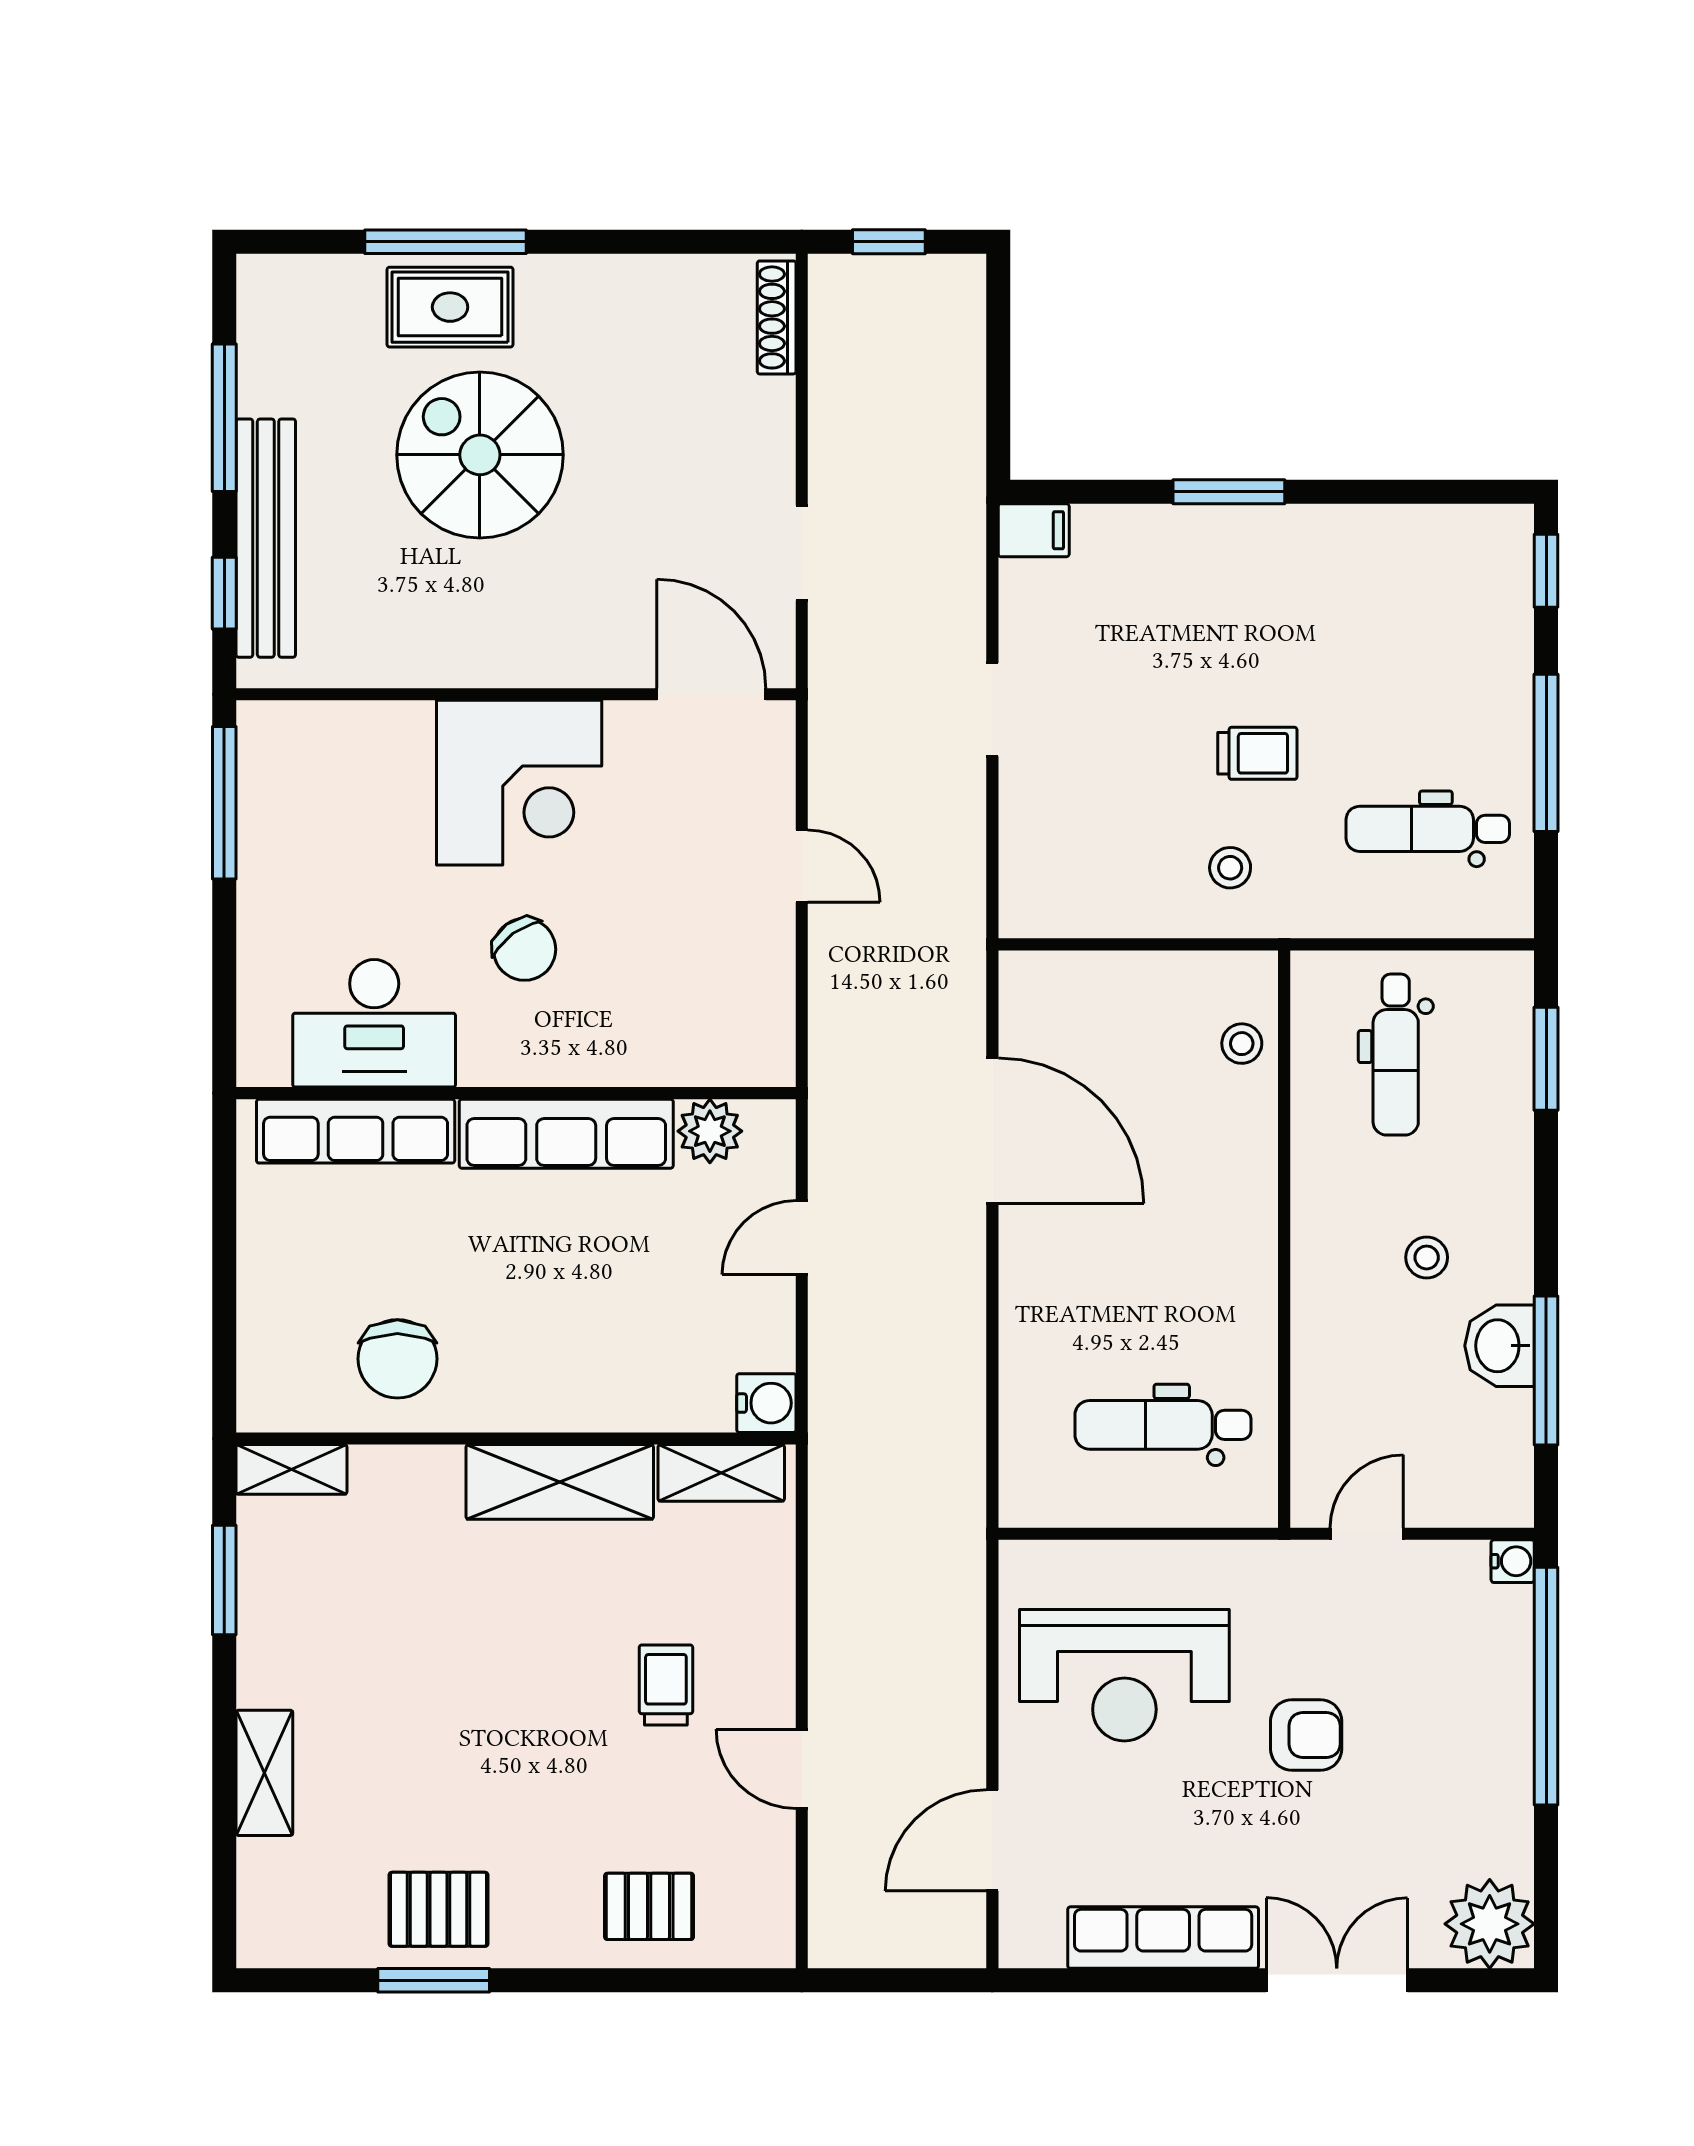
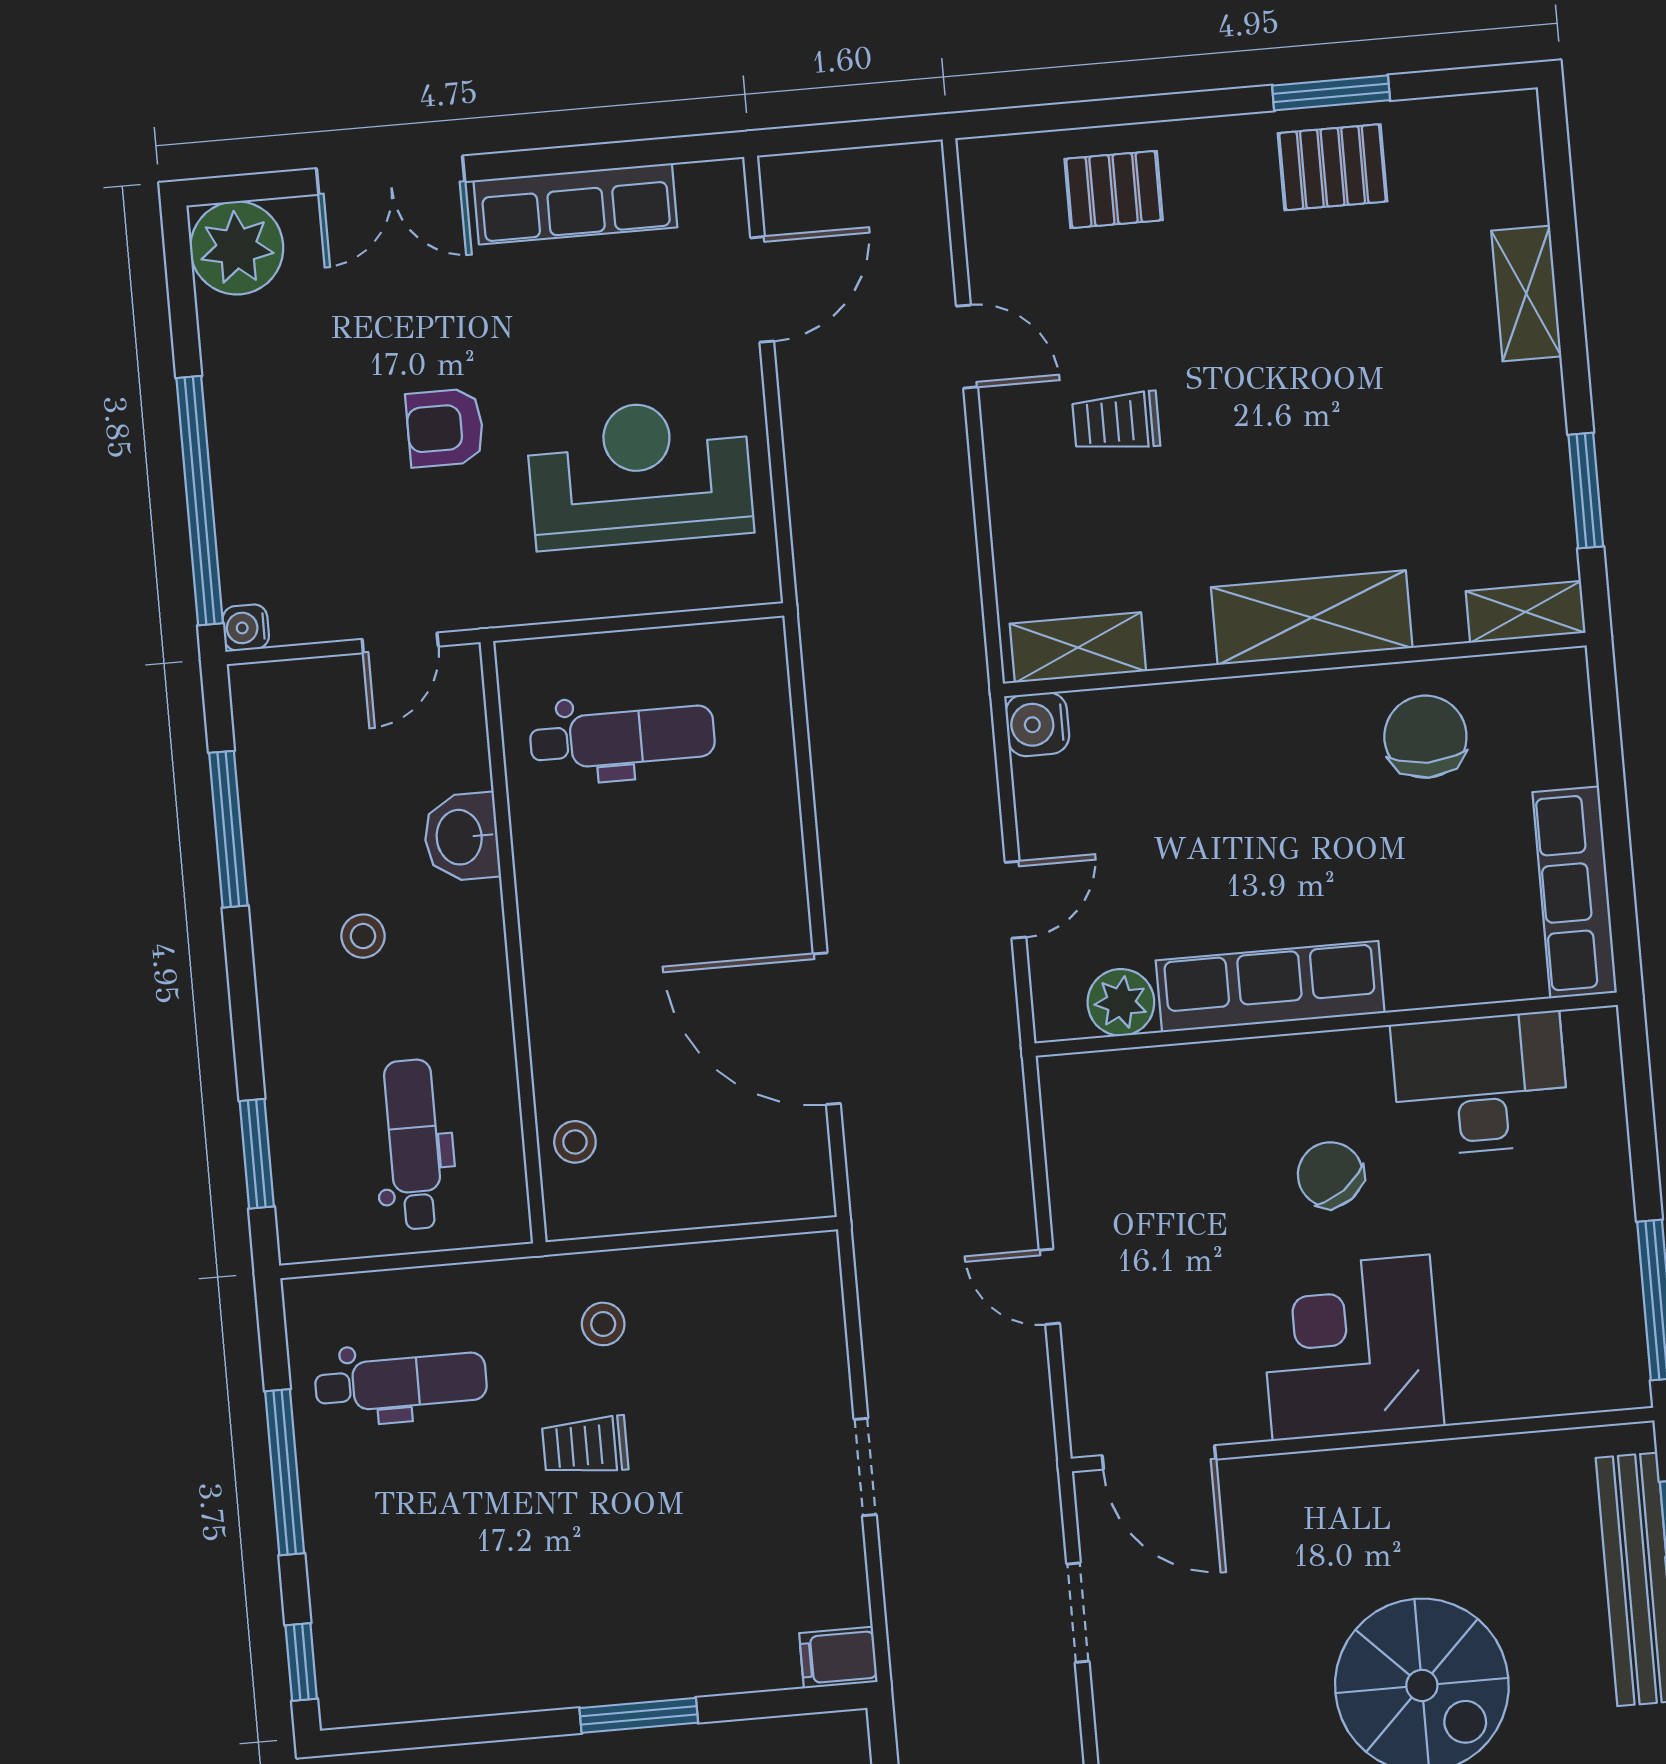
row of seats: (356, 1131) -> (1575, 892), moved, turned -90
washbasin: (1500, 1346) -> (461, 837), moved, turned 180
shelving: (560, 1482) -> (1312, 618), moved
trolley: (666, 1685) -> (1116, 422), turned 90

